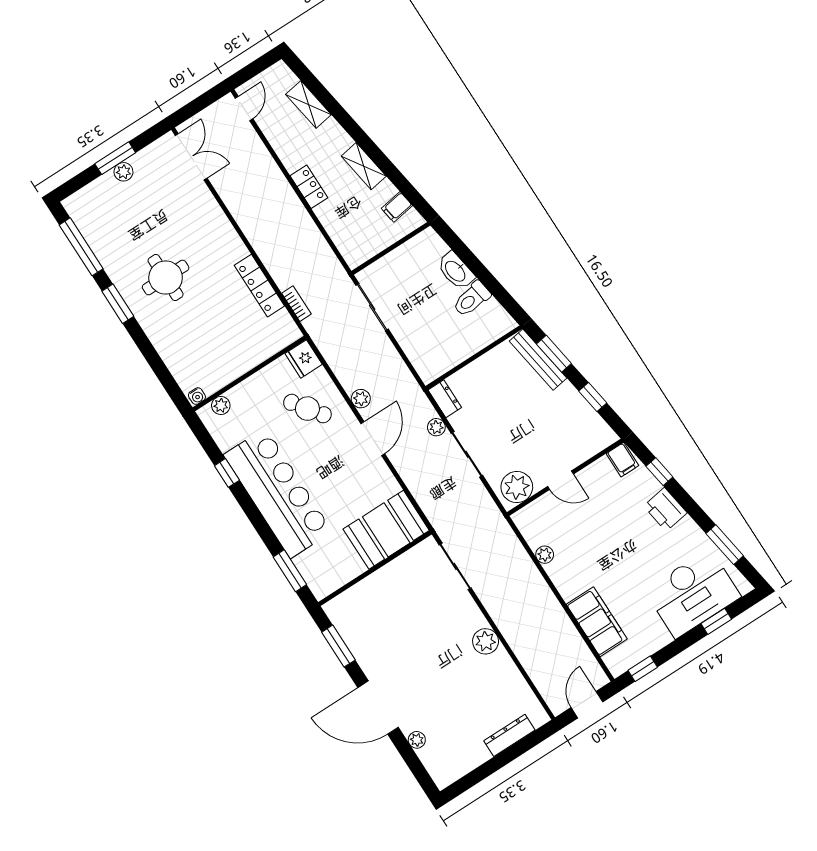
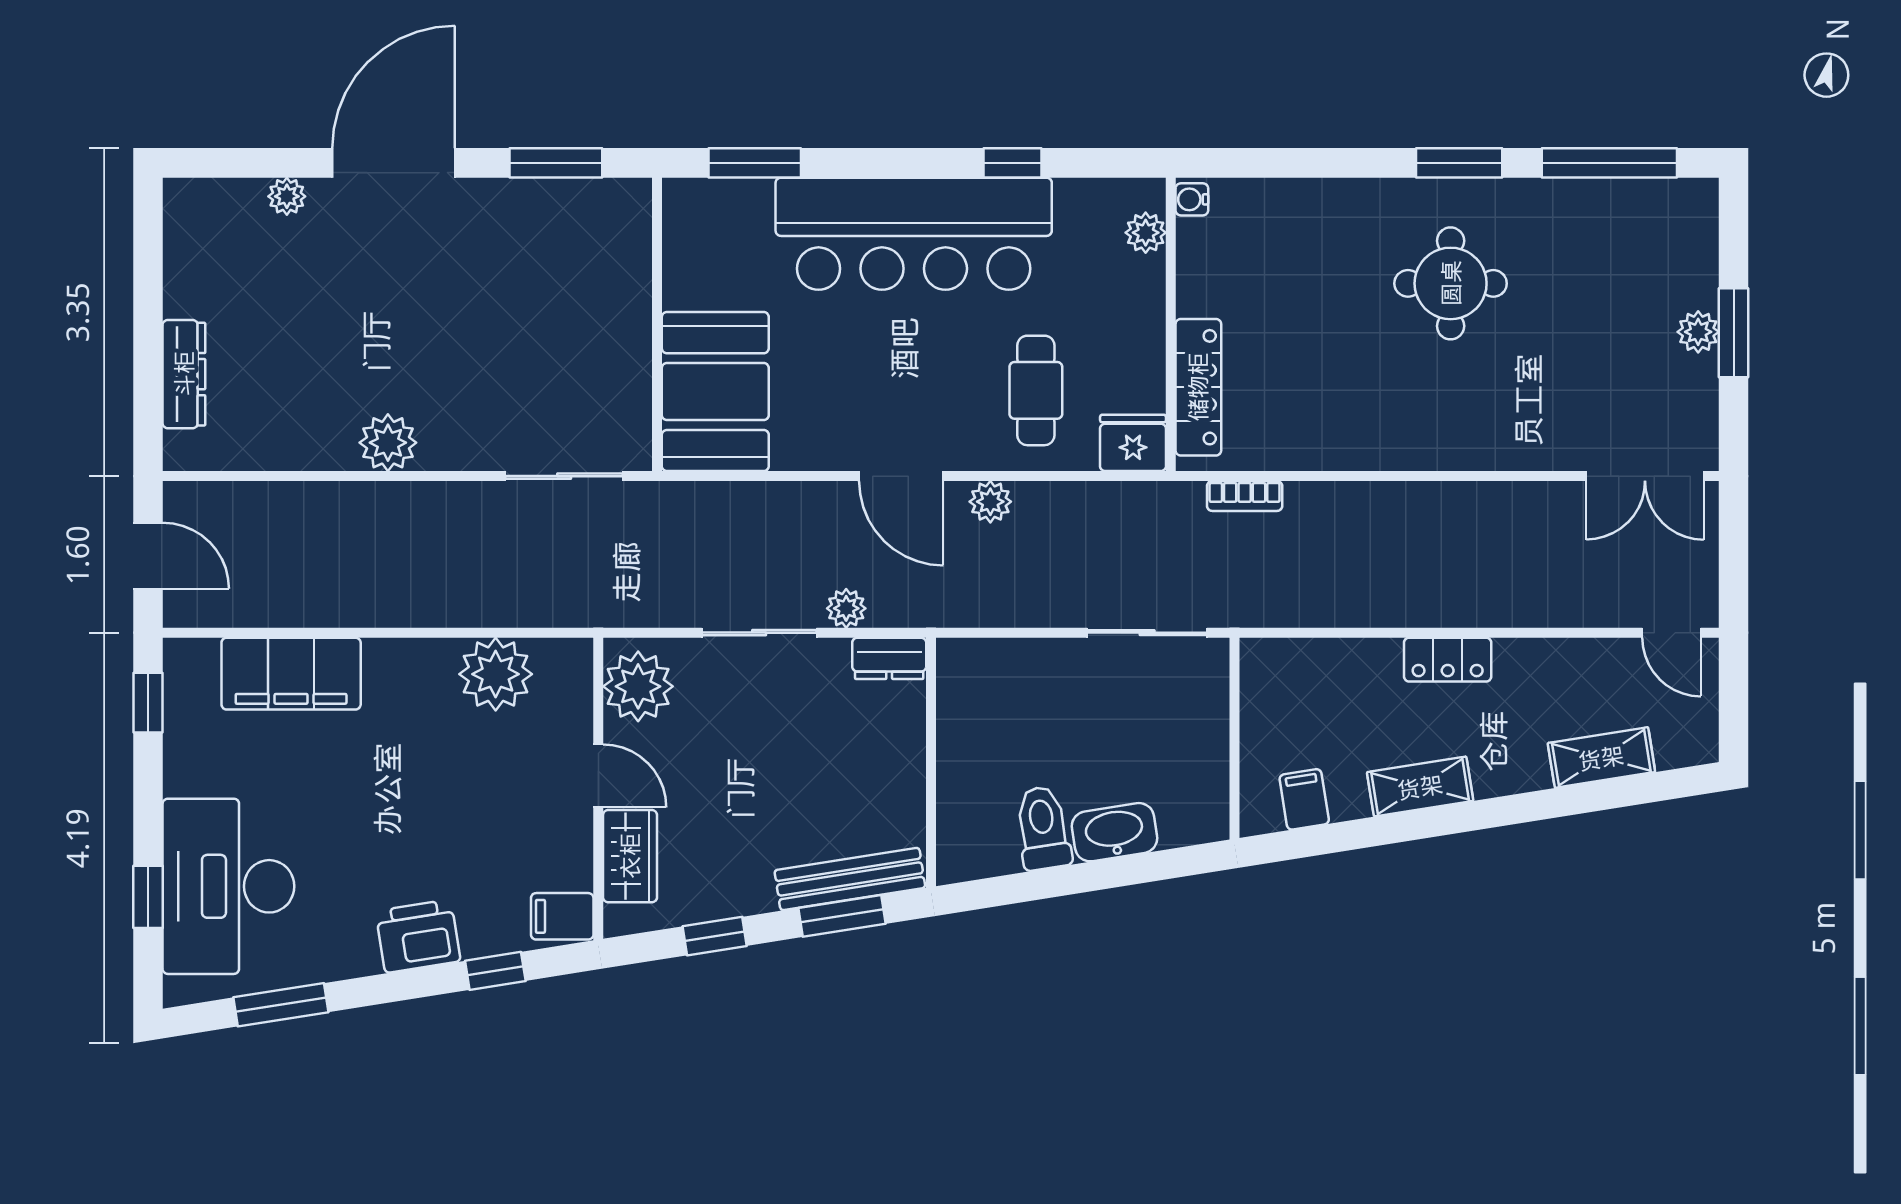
locker: (259, 286) -> (1198, 387), moved, turned 90
cafe table: (307, 409) -> (1036, 390), turned -54
wardrobe: (583, 449) -> (630, 856), added
door: (560, 480) -> (598, 776), swing flipped
plant: (545, 555) -> (496, 674), width x1.87, depth x1.87

